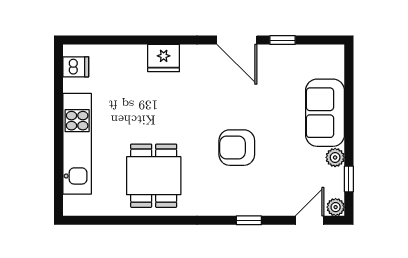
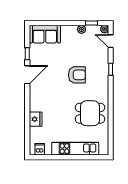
fridge: (164, 58) -> (36, 119), moved
sofa: (325, 113) -> (45, 34), moved
armchair: (237, 148) -> (77, 75), turned -90

